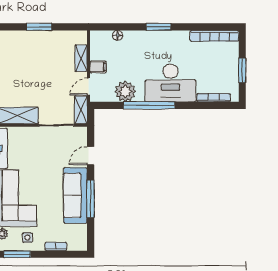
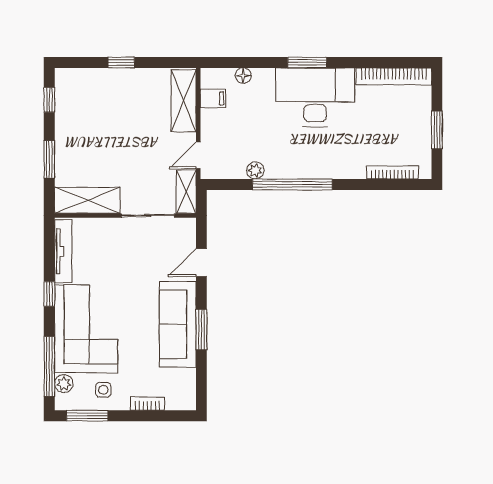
window: (39, 27) -> (121, 62), width x0.67
shelving: (81, 58) -> (184, 101), width x1.50, depth x1.33
filing cabinet: (98, 67) -> (213, 98), moved
desk: (171, 83) -> (315, 97), moved, turned 180
plant: (125, 91) -> (255, 170), width x0.53, depth x0.53
window: (91, 199) -> (201, 330), width x0.69

